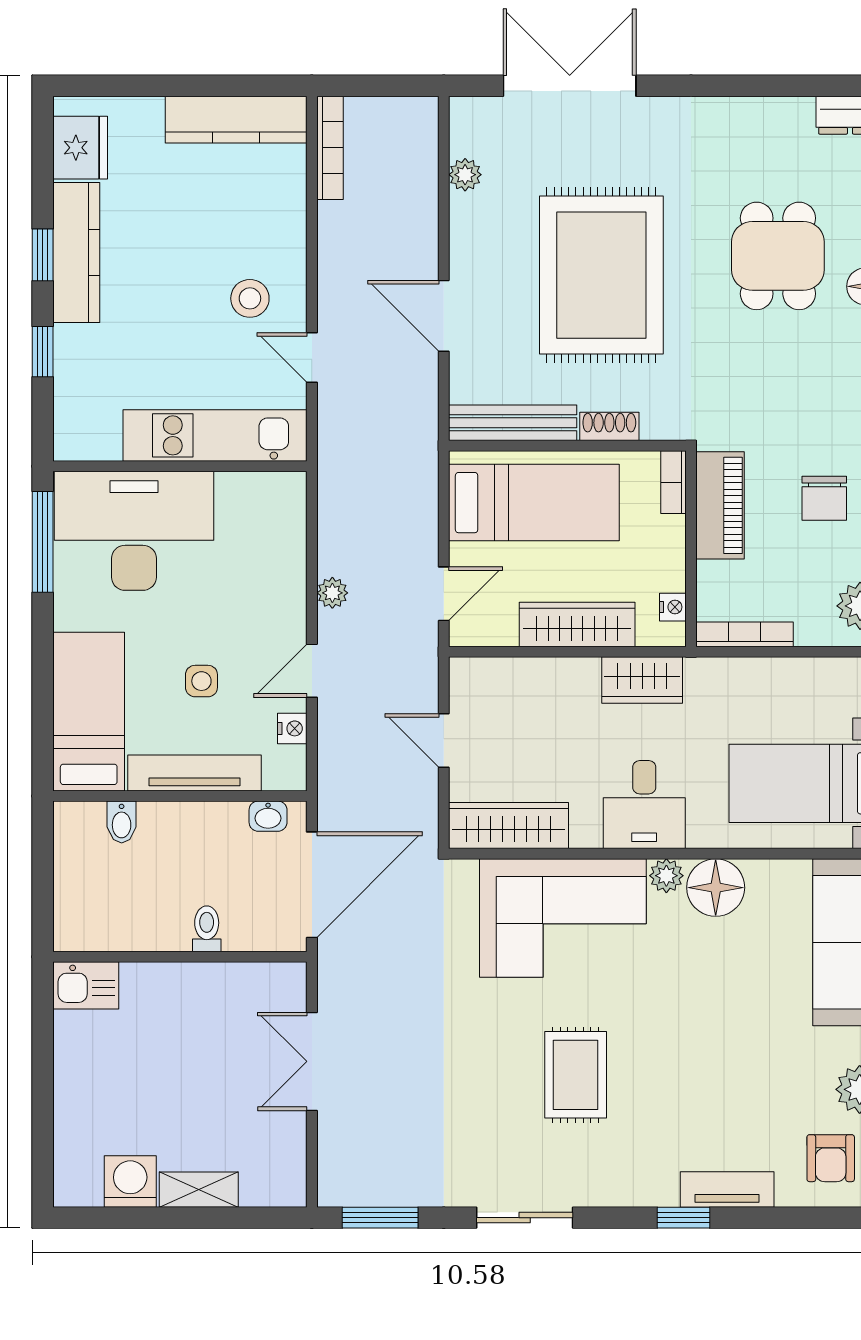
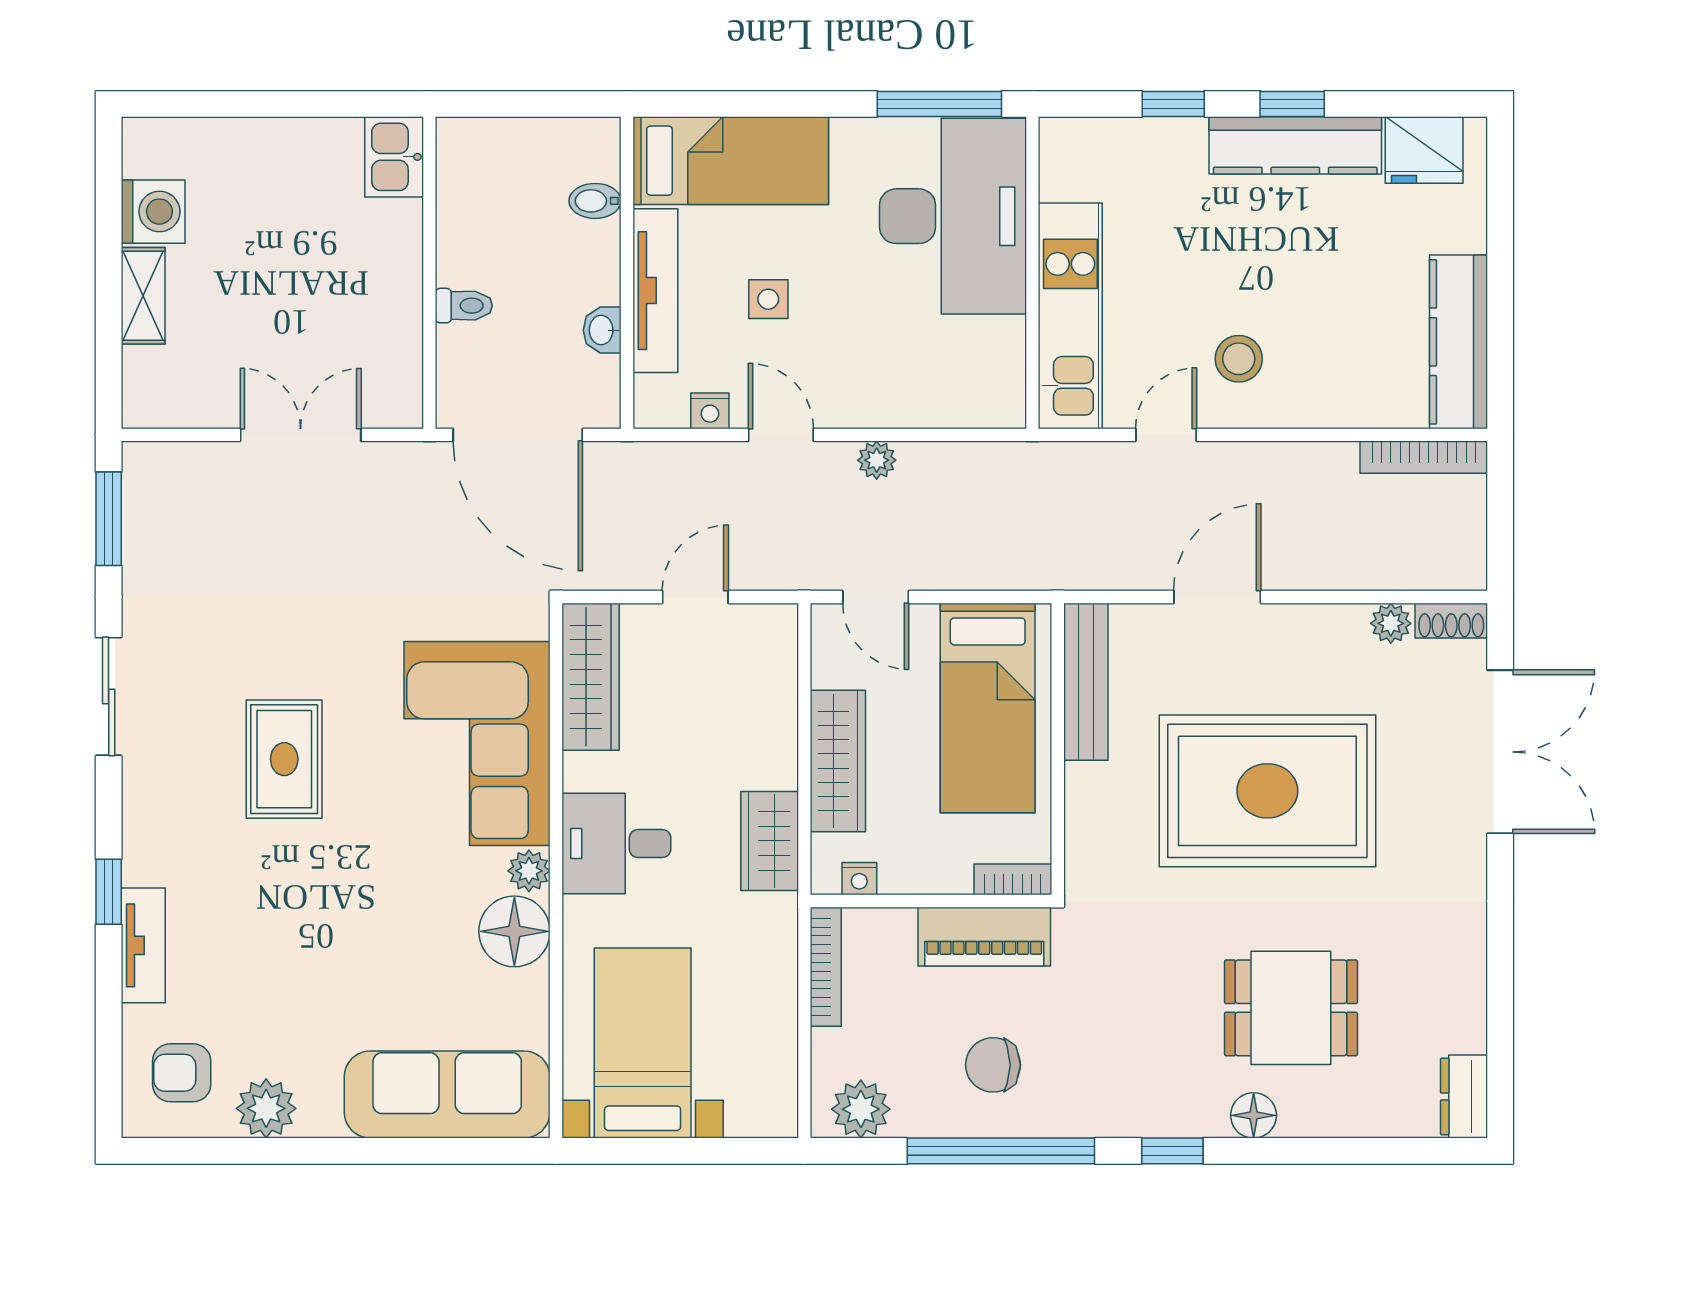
shoe rack: (609, 426) -> (1451, 621), moved, turned 90
washbasin: (268, 816) -> (602, 330), moved
rug: (576, 1075) -> (284, 759), turned 90

